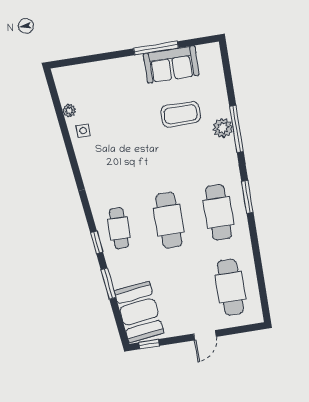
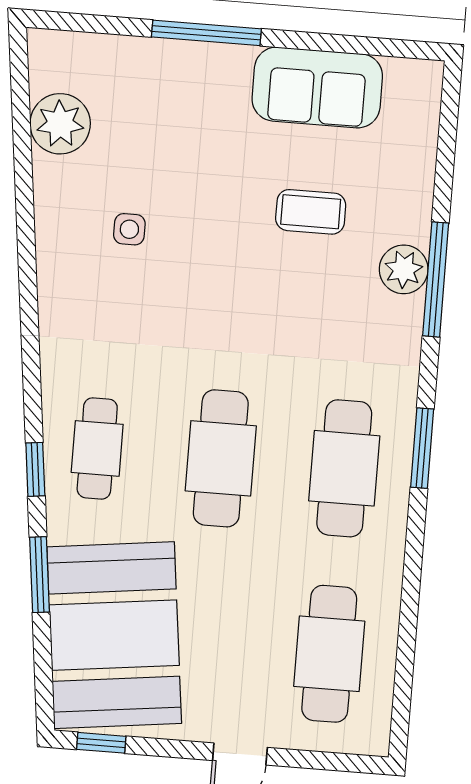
window: (156, 48) -> (206, 33), moved
plant: (69, 111) -> (60, 124), width x1.87, depth x1.87
coffee table: (181, 114) -> (311, 212), width x0.73, depth x0.77
side table: (83, 131) -> (129, 229), moved
booth: (139, 312) -> (114, 635), width x1.36, depth x1.42

